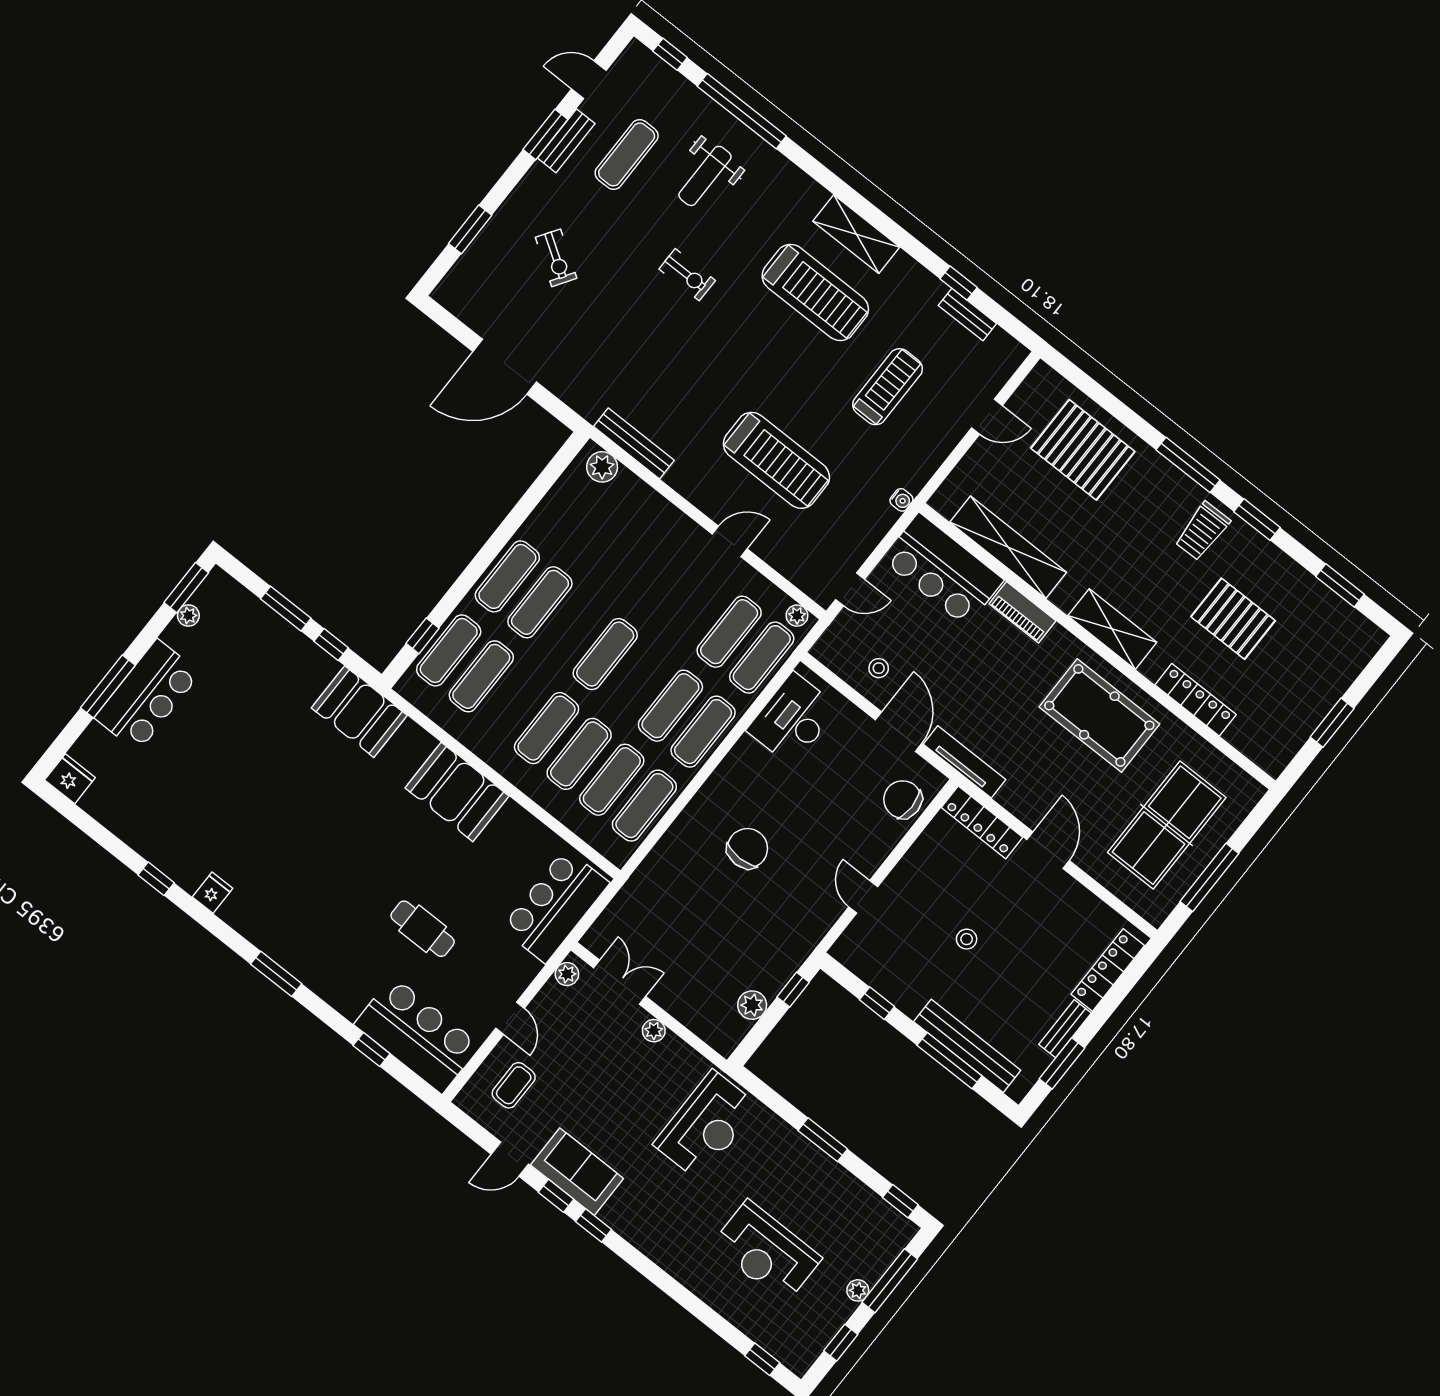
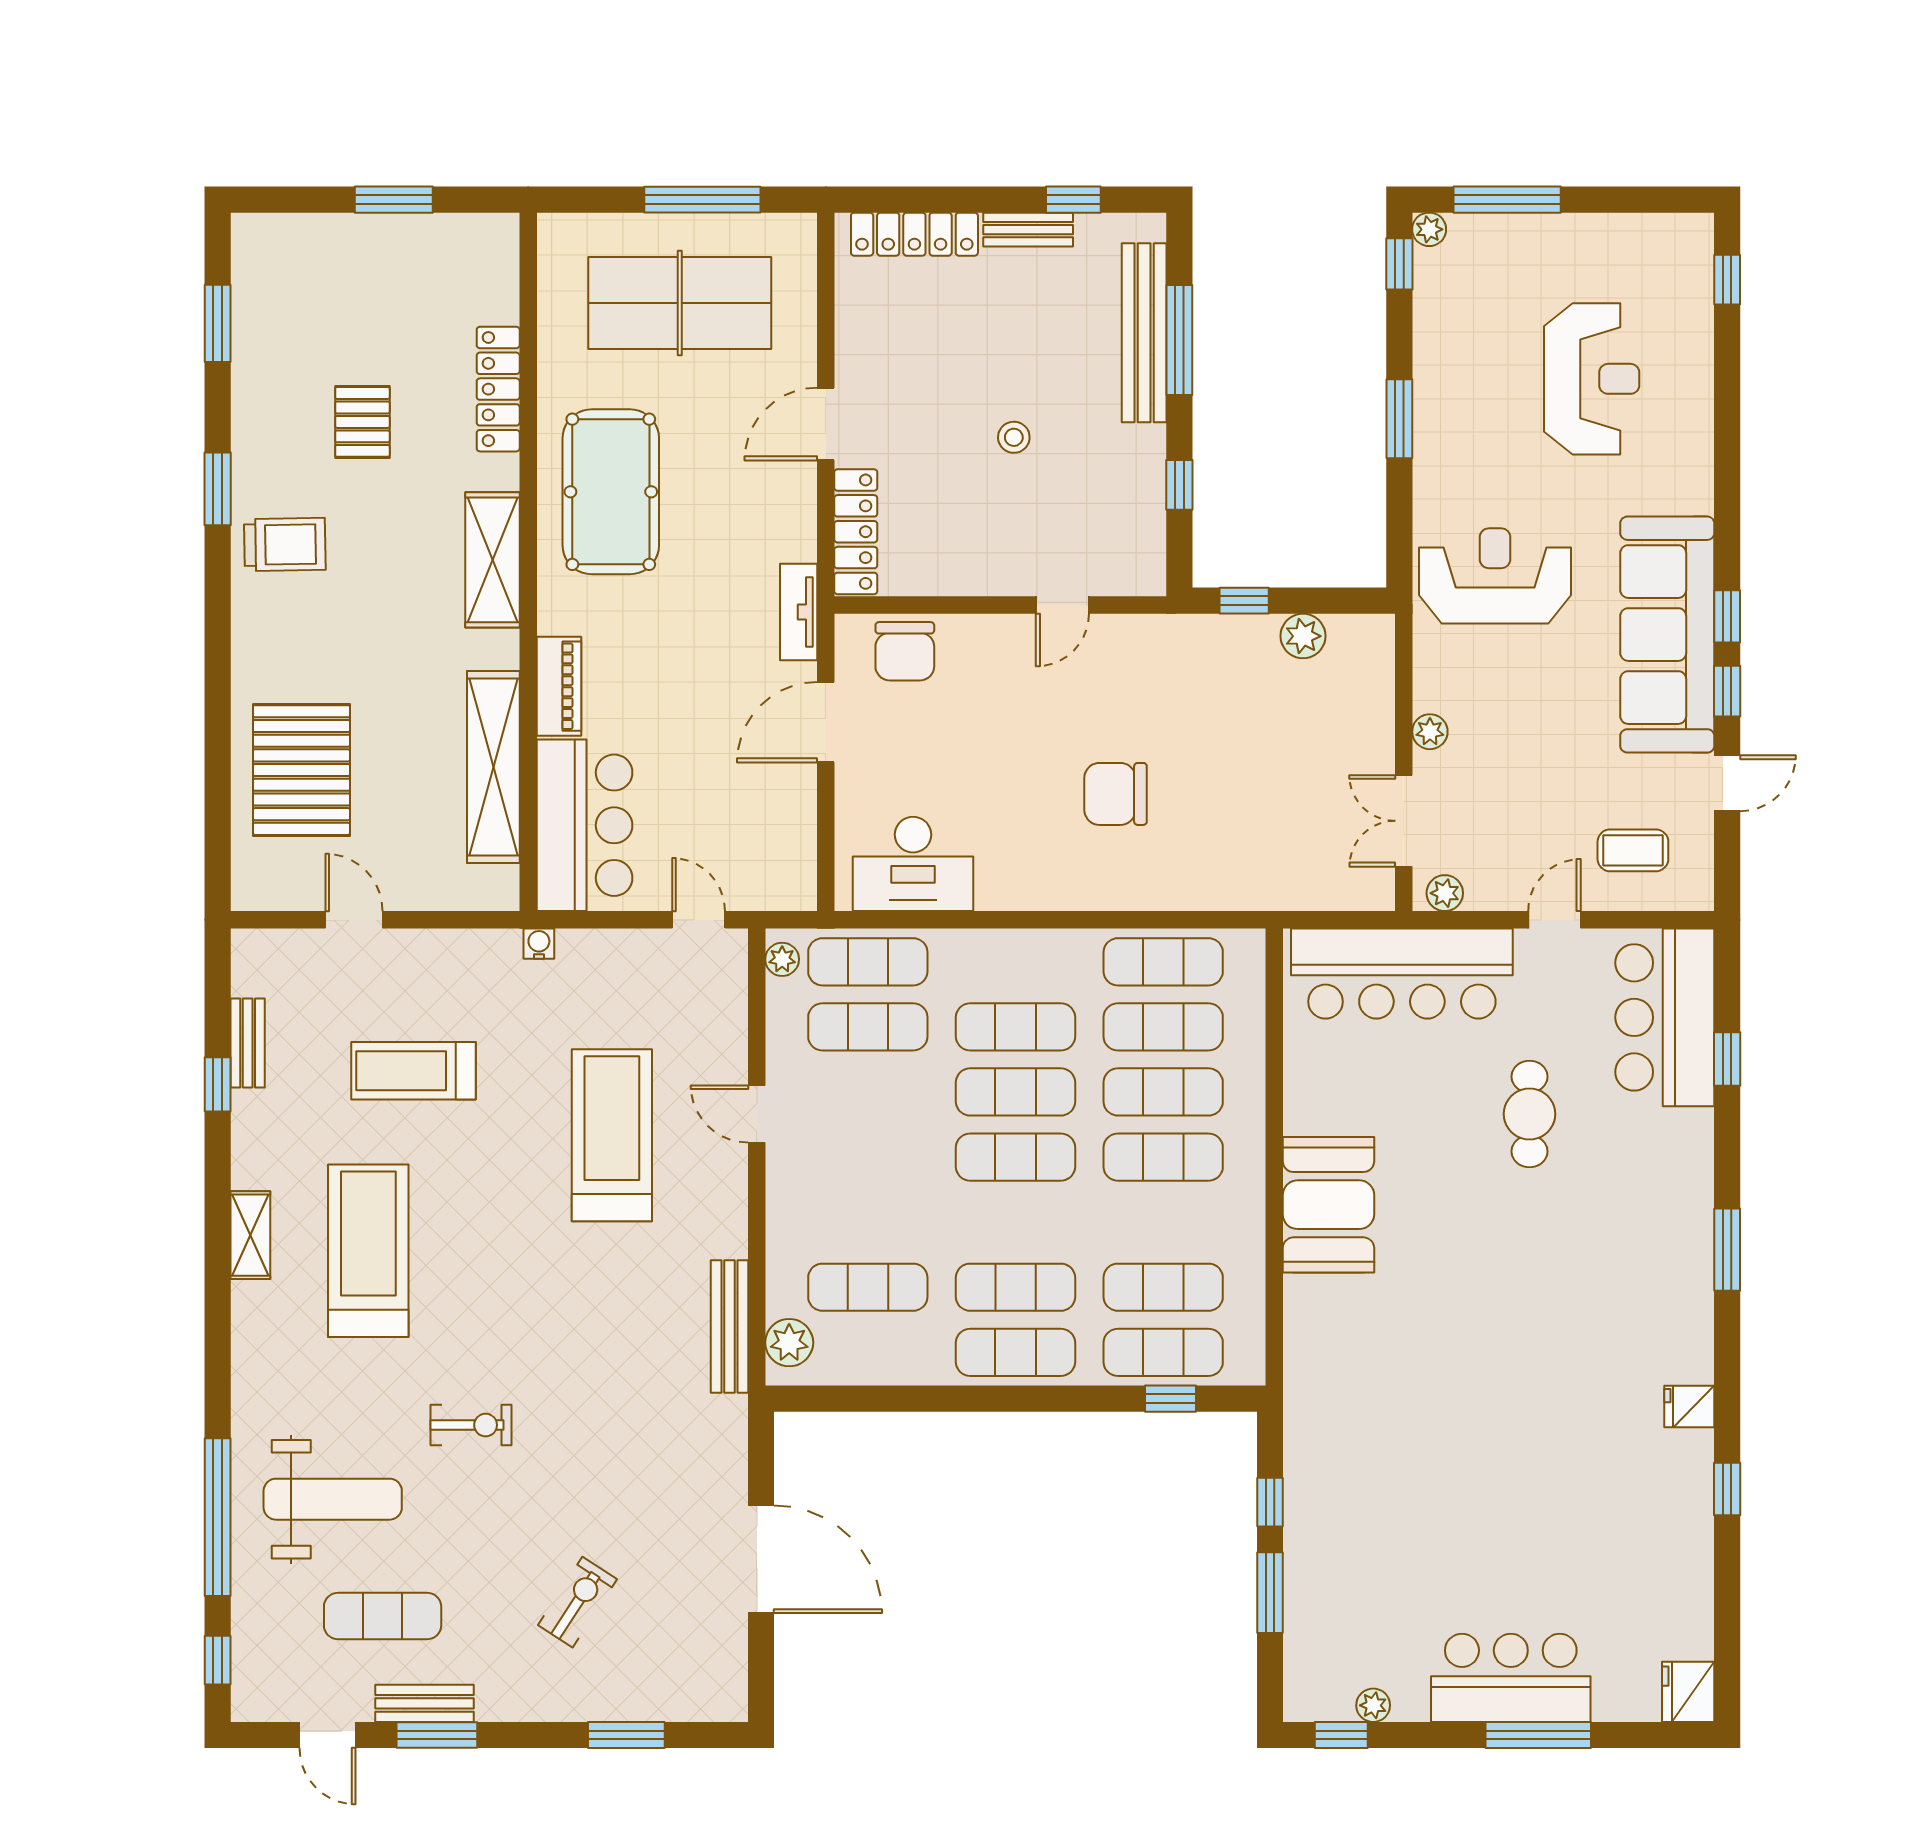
weight bench: (705, 176) -> (333, 1499), width x1.36, depth x1.33
shelving: (856, 234) -> (250, 1235), width x0.67, depth x0.75
exercise bike: (687, 275) -> (471, 1425), turned 90
window: (1188, 465) -> (218, 627), removed
exercise mat: (599, 528) -> (868, 1287), added
window: (186, 588) -> (1341, 1735), width x0.67
pallet: (1233, 619) -> (362, 422), width x0.67, depth x0.71
stool: (879, 668) -> (767, 808), removed
booth: (359, 712) -> (1325, 1403), removed
exercise mat: (703, 732) -> (1015, 1092), moved
tv unit: (964, 762) -> (799, 612), width x0.71
bar counter: (555, 906) -> (1402, 974), width x1.36
window: (1062, 1063) -> (1073, 200), width x0.67
door: (510, 1159) -> (1727, 783), hinge flipped
sofa: (577, 1172) -> (1667, 635), width x1.85, depth x1.27
plant: (858, 1290) -> (1429, 229), moved
window: (841, 1343) -> (1631, 200), removed

